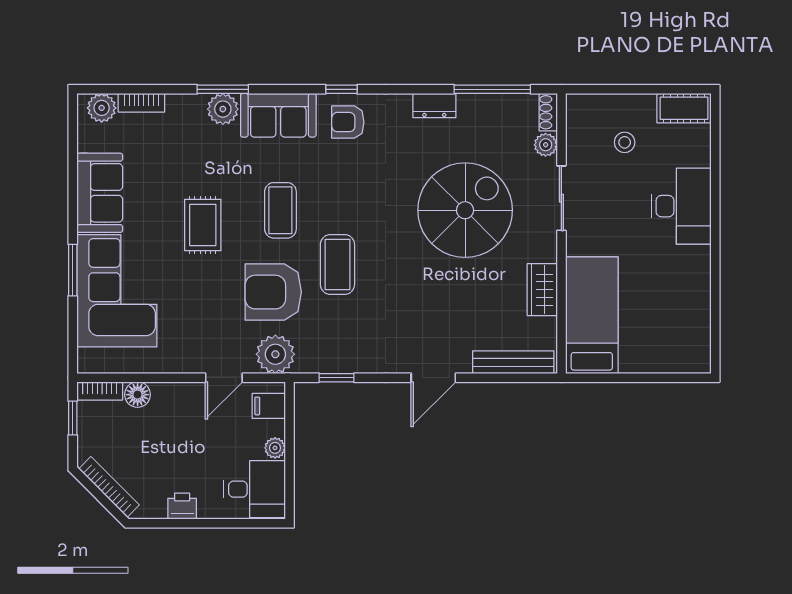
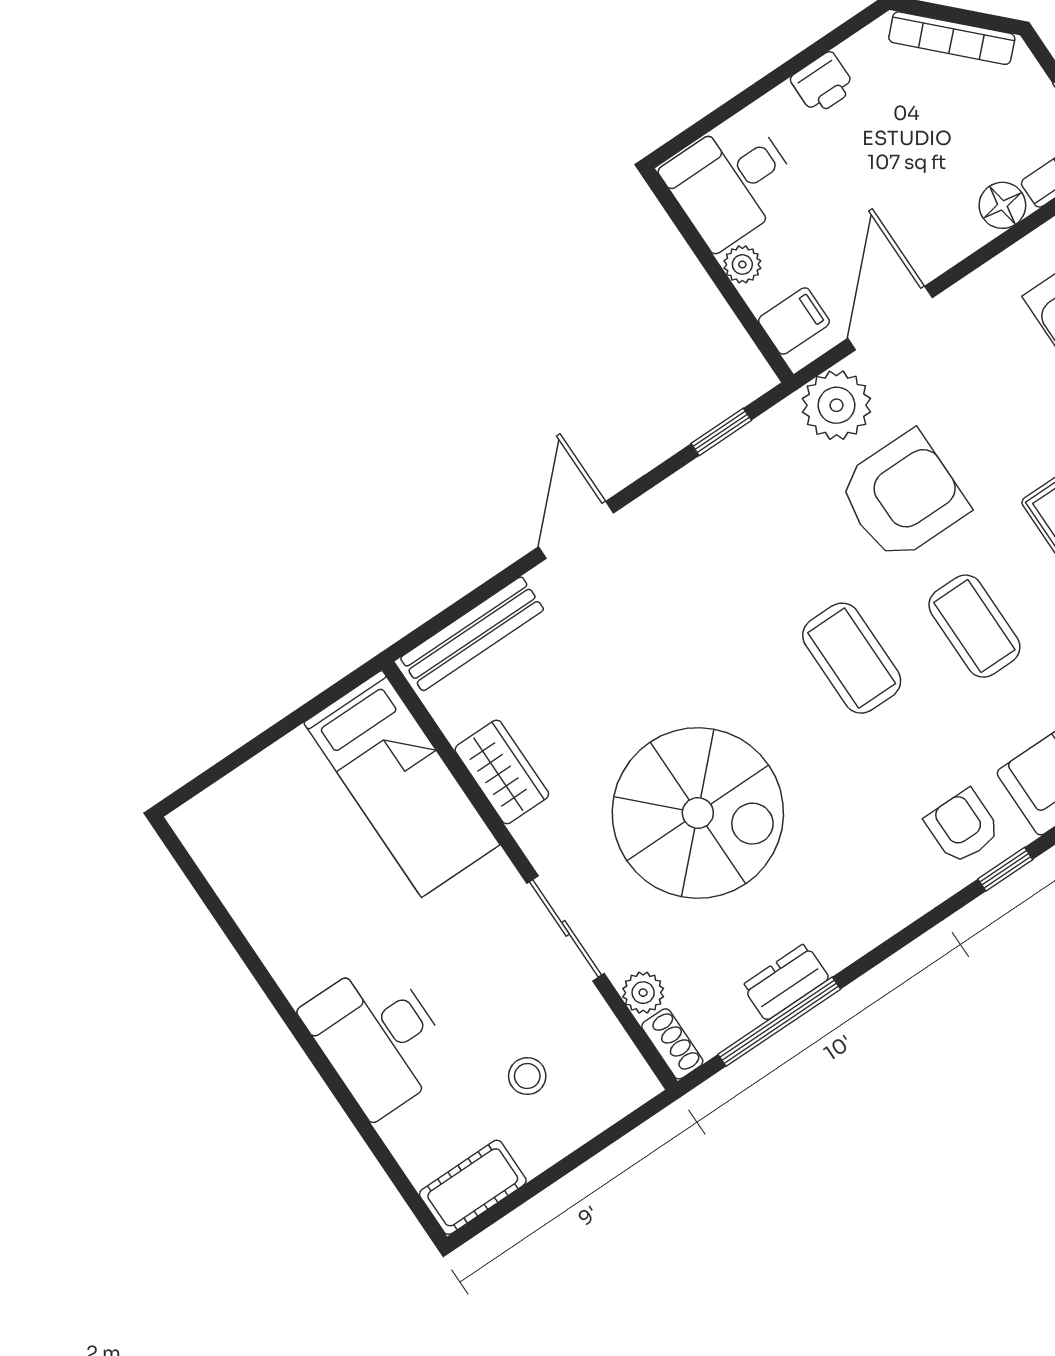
dresser: (434, 106) -> (786, 982), moved
armchair: (348, 122) -> (963, 827), turned -90
spiral stairs: (465, 210) -> (698, 813), turned -90
coffee table: (337, 264) -> (852, 658), moved
door: (224, 378) -> (890, 318), width x1.38

